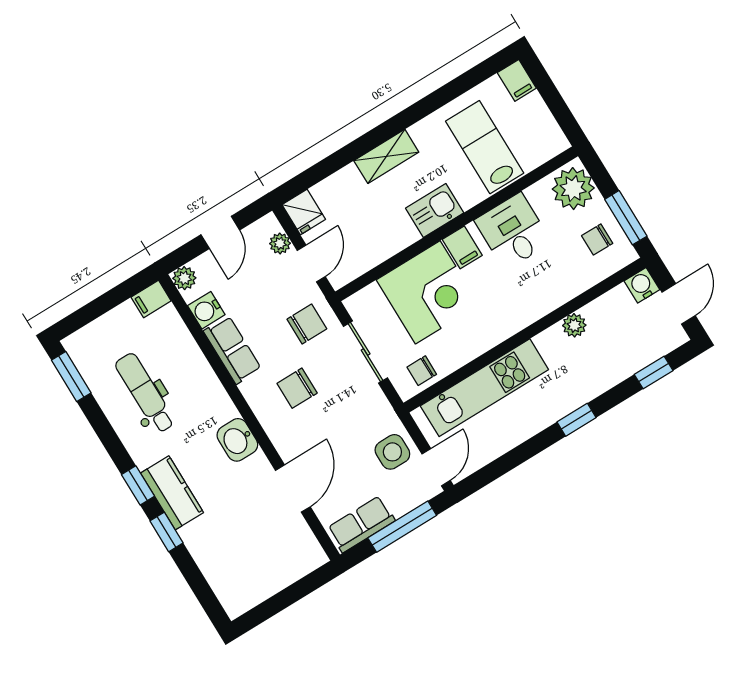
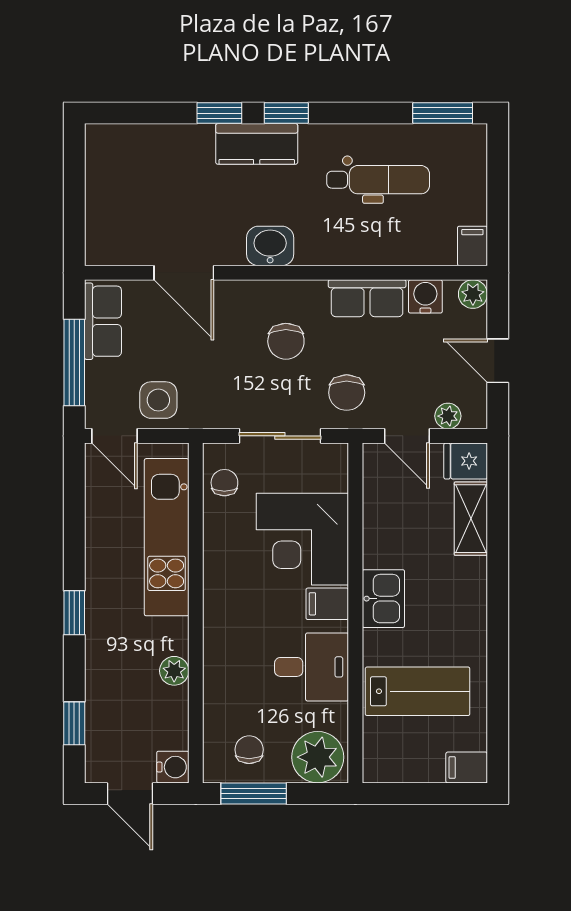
shelving: (386, 156) -> (471, 519), moved
chair: (297, 388) -> (286, 341), turned 180

